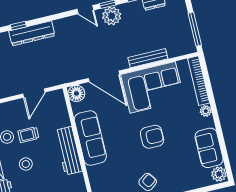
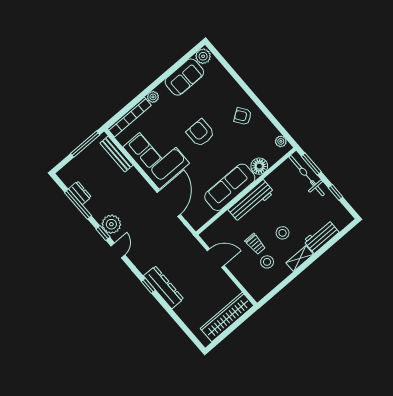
window: (18, 26) -> (148, 286), moved
bench: (148, 58) -> (116, 154), moved
floor lamp: (76, 93) -> (259, 166), moved

